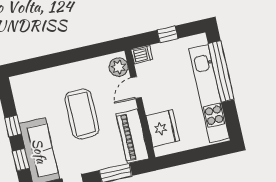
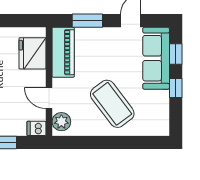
door: (136, 88) -> (49, 98), swing flipped
coffee table: (82, 114) -> (112, 104), moved, turned -37

